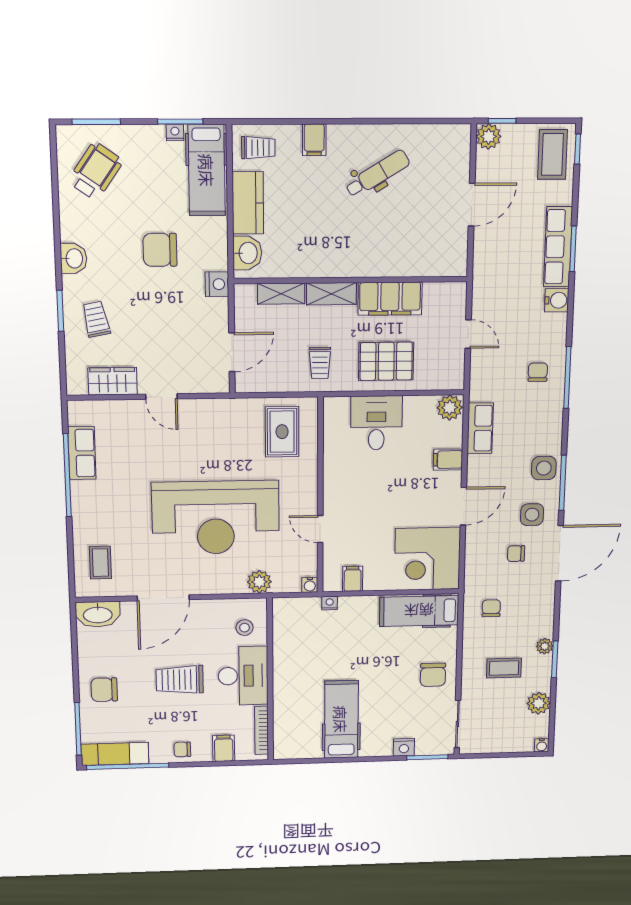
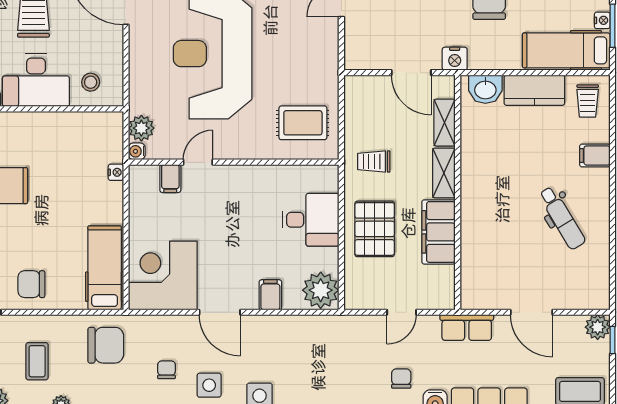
door: (232, 352) -> (411, 73), moved
chair: (538, 372) -> (401, 379), moved, turned -90
plant: (450, 408) -> (321, 290), width x1.36, depth x1.36
row of seats: (480, 428) -> (467, 328), moved
filing cabinet: (353, 579) -> (170, 179), moved, turned 90
plant: (259, 582) -> (141, 128), moved
chair: (491, 608) -> (106, 345), width x1.87, depth x1.87

